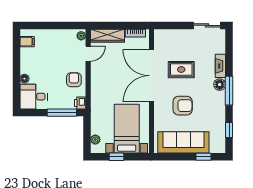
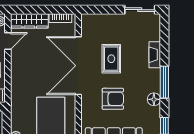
rug: (181, 70) -> (111, 59), turned 90
floor lamp: (220, 85) -> (154, 99), moved

